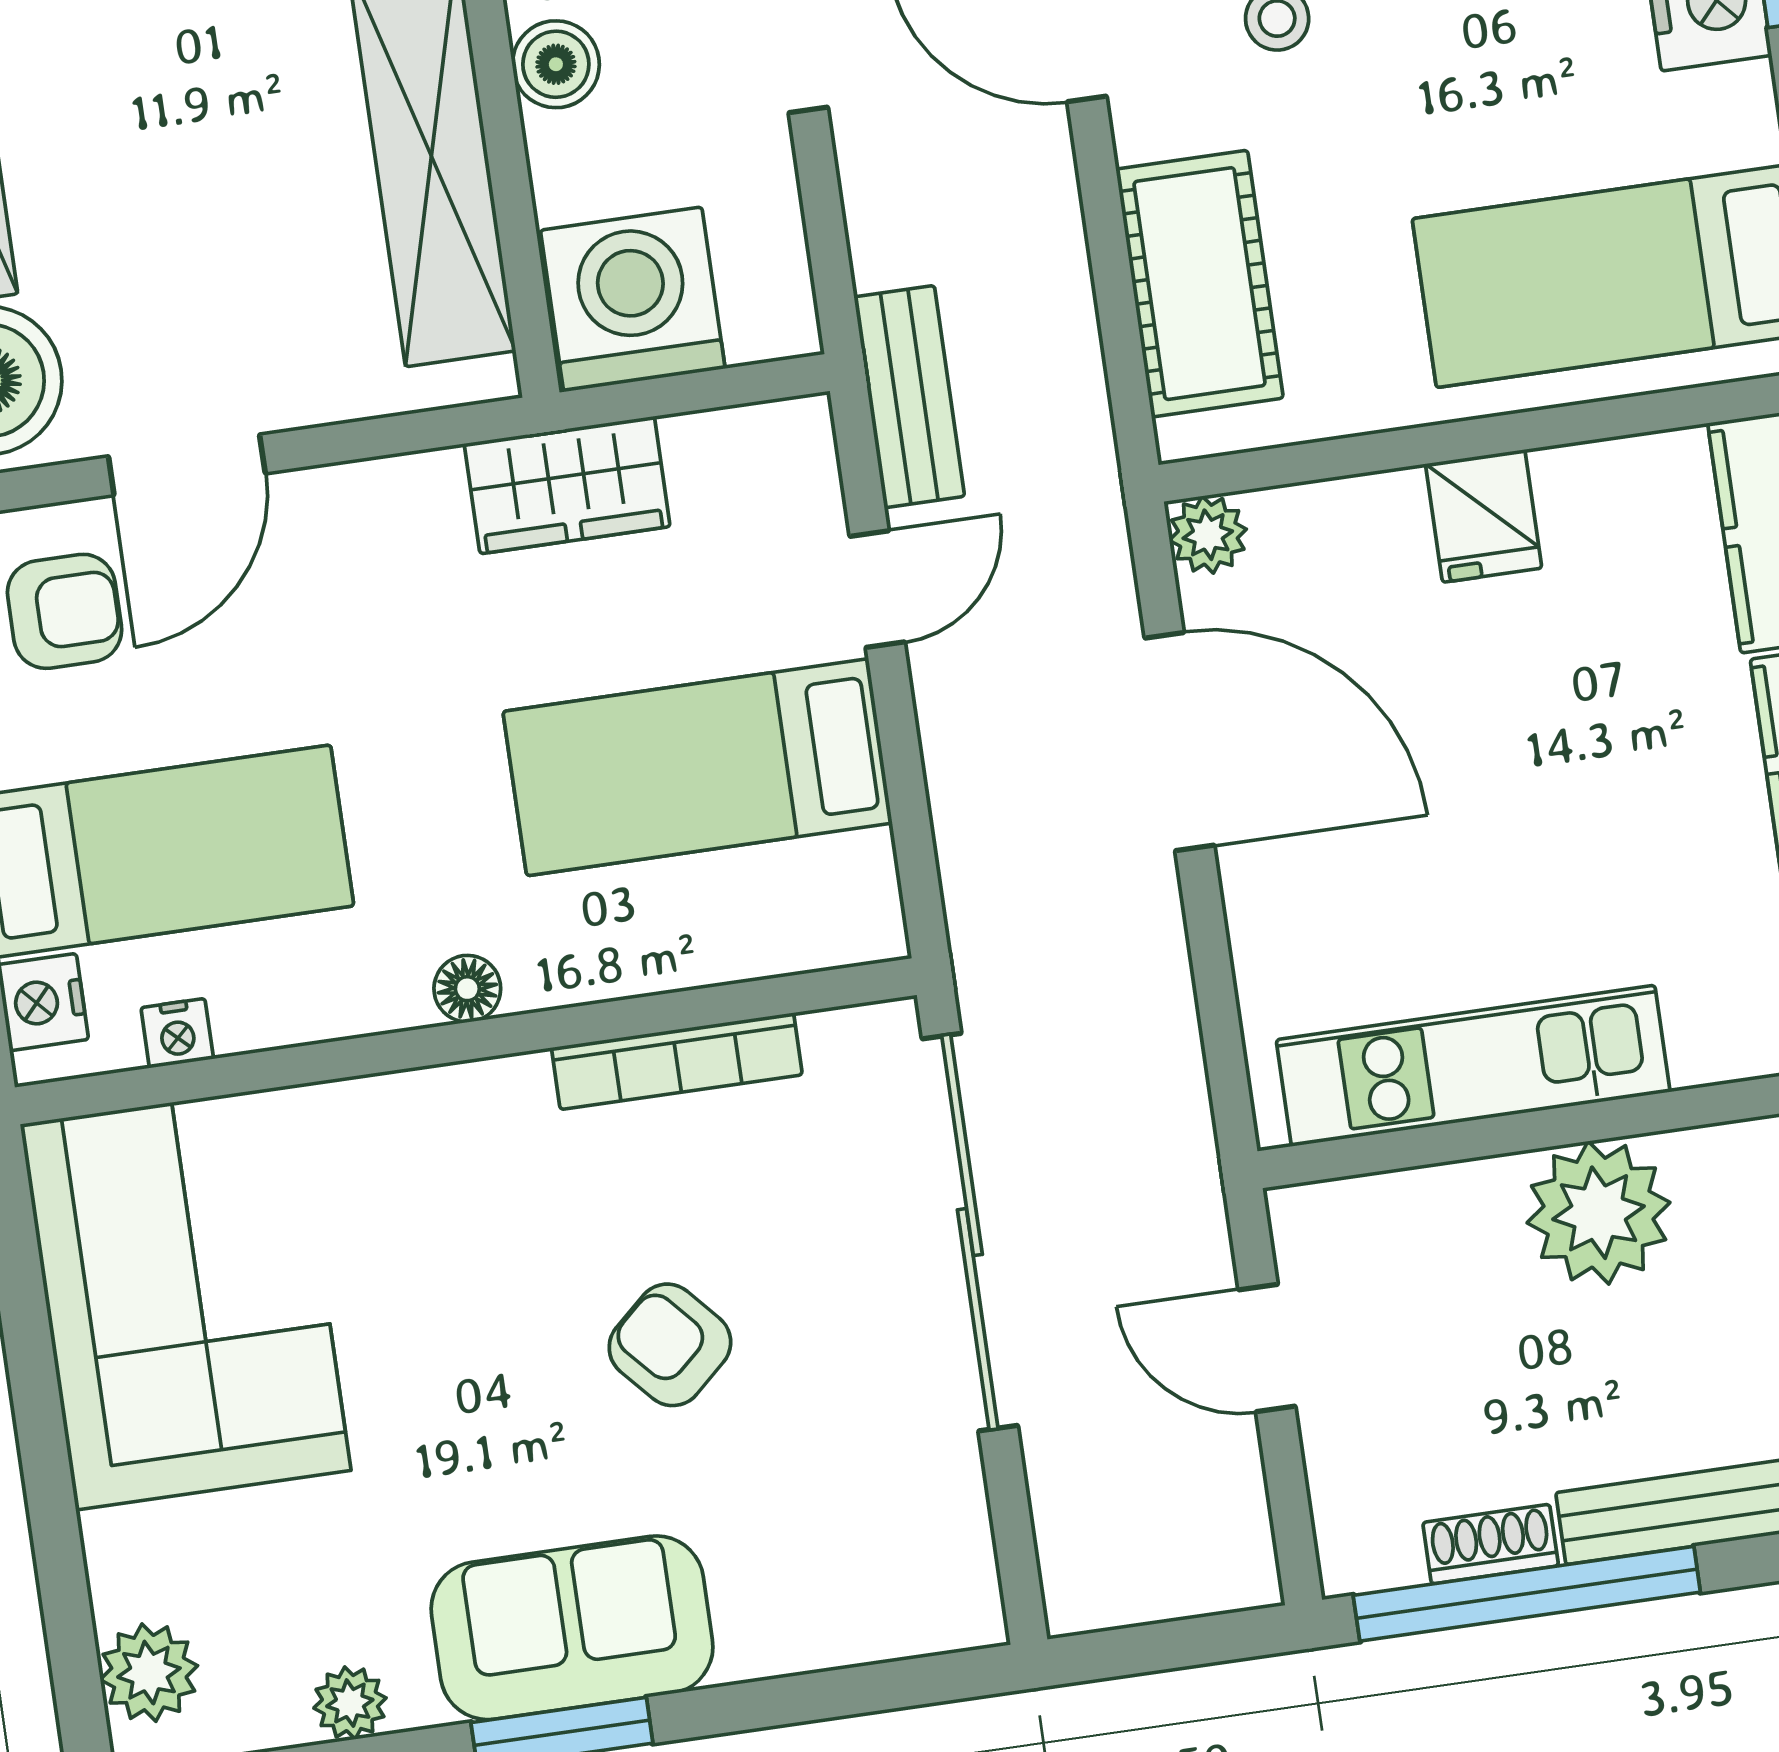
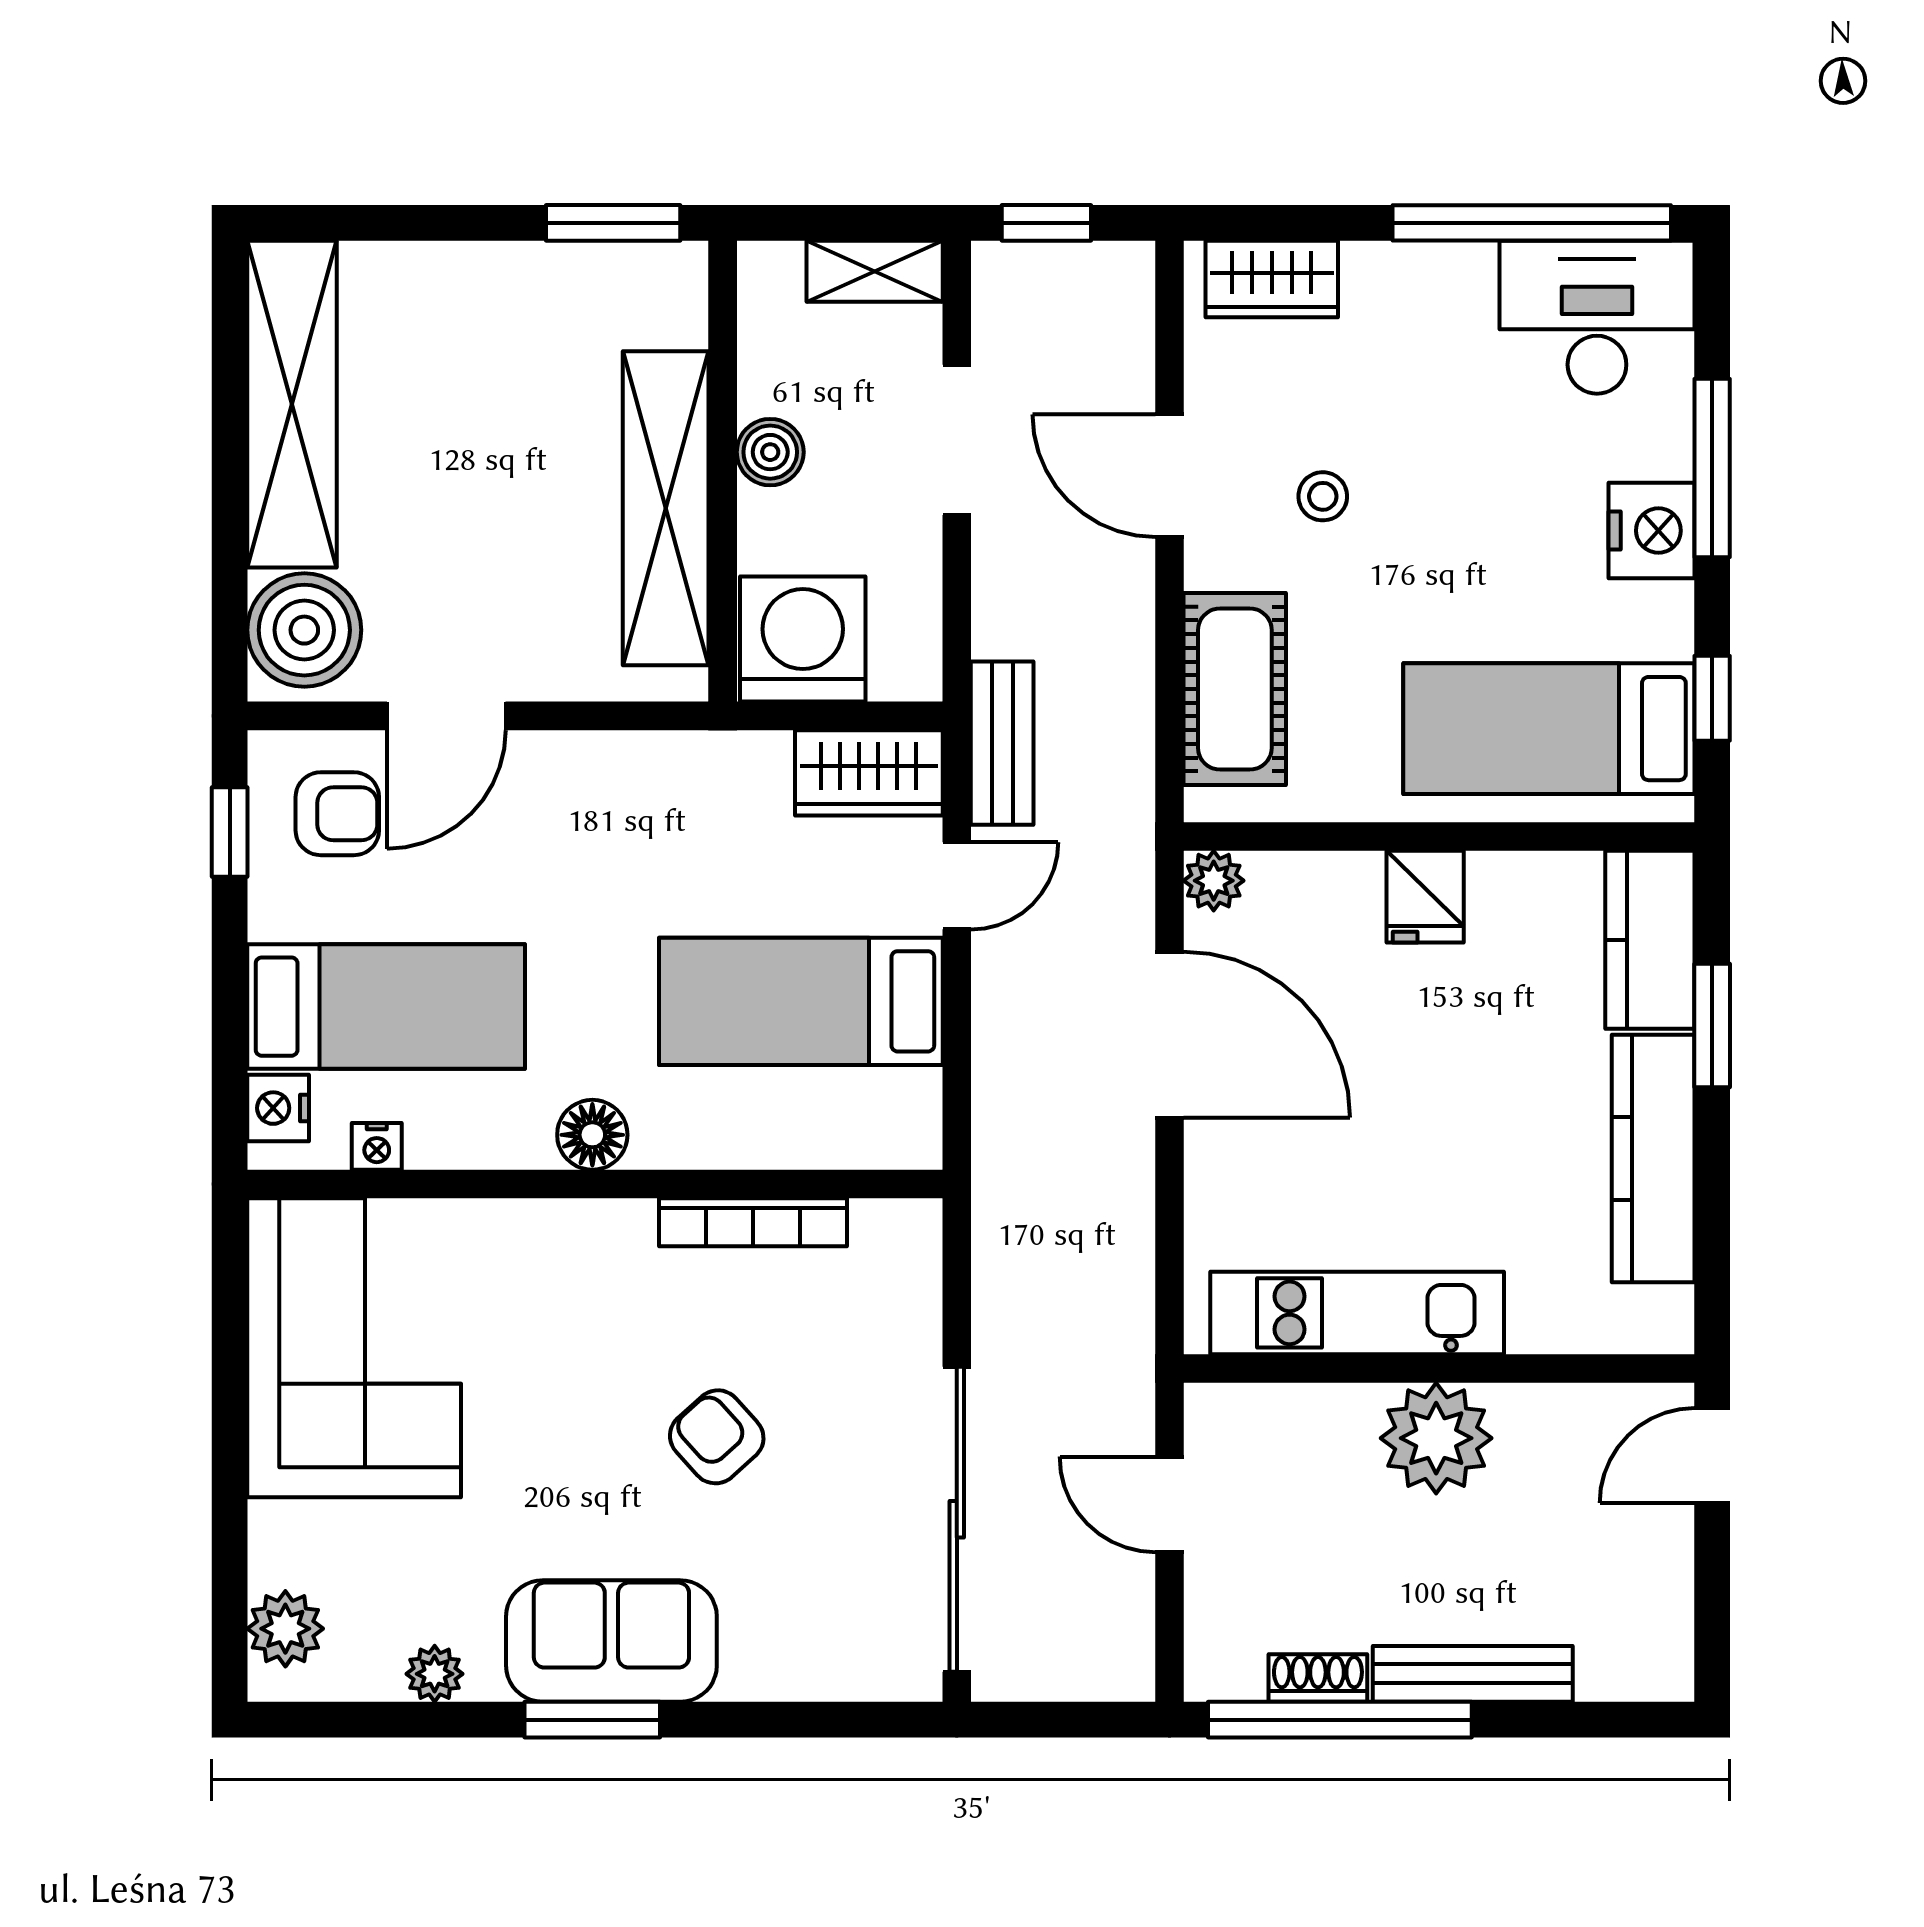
wardrobe: (567, 485) -> (869, 773), moved
floor lamp: (467, 989) -> (592, 1135), width x1.37, depth x1.37
sliding door: (970, 1232) -> (957, 1519), moved

